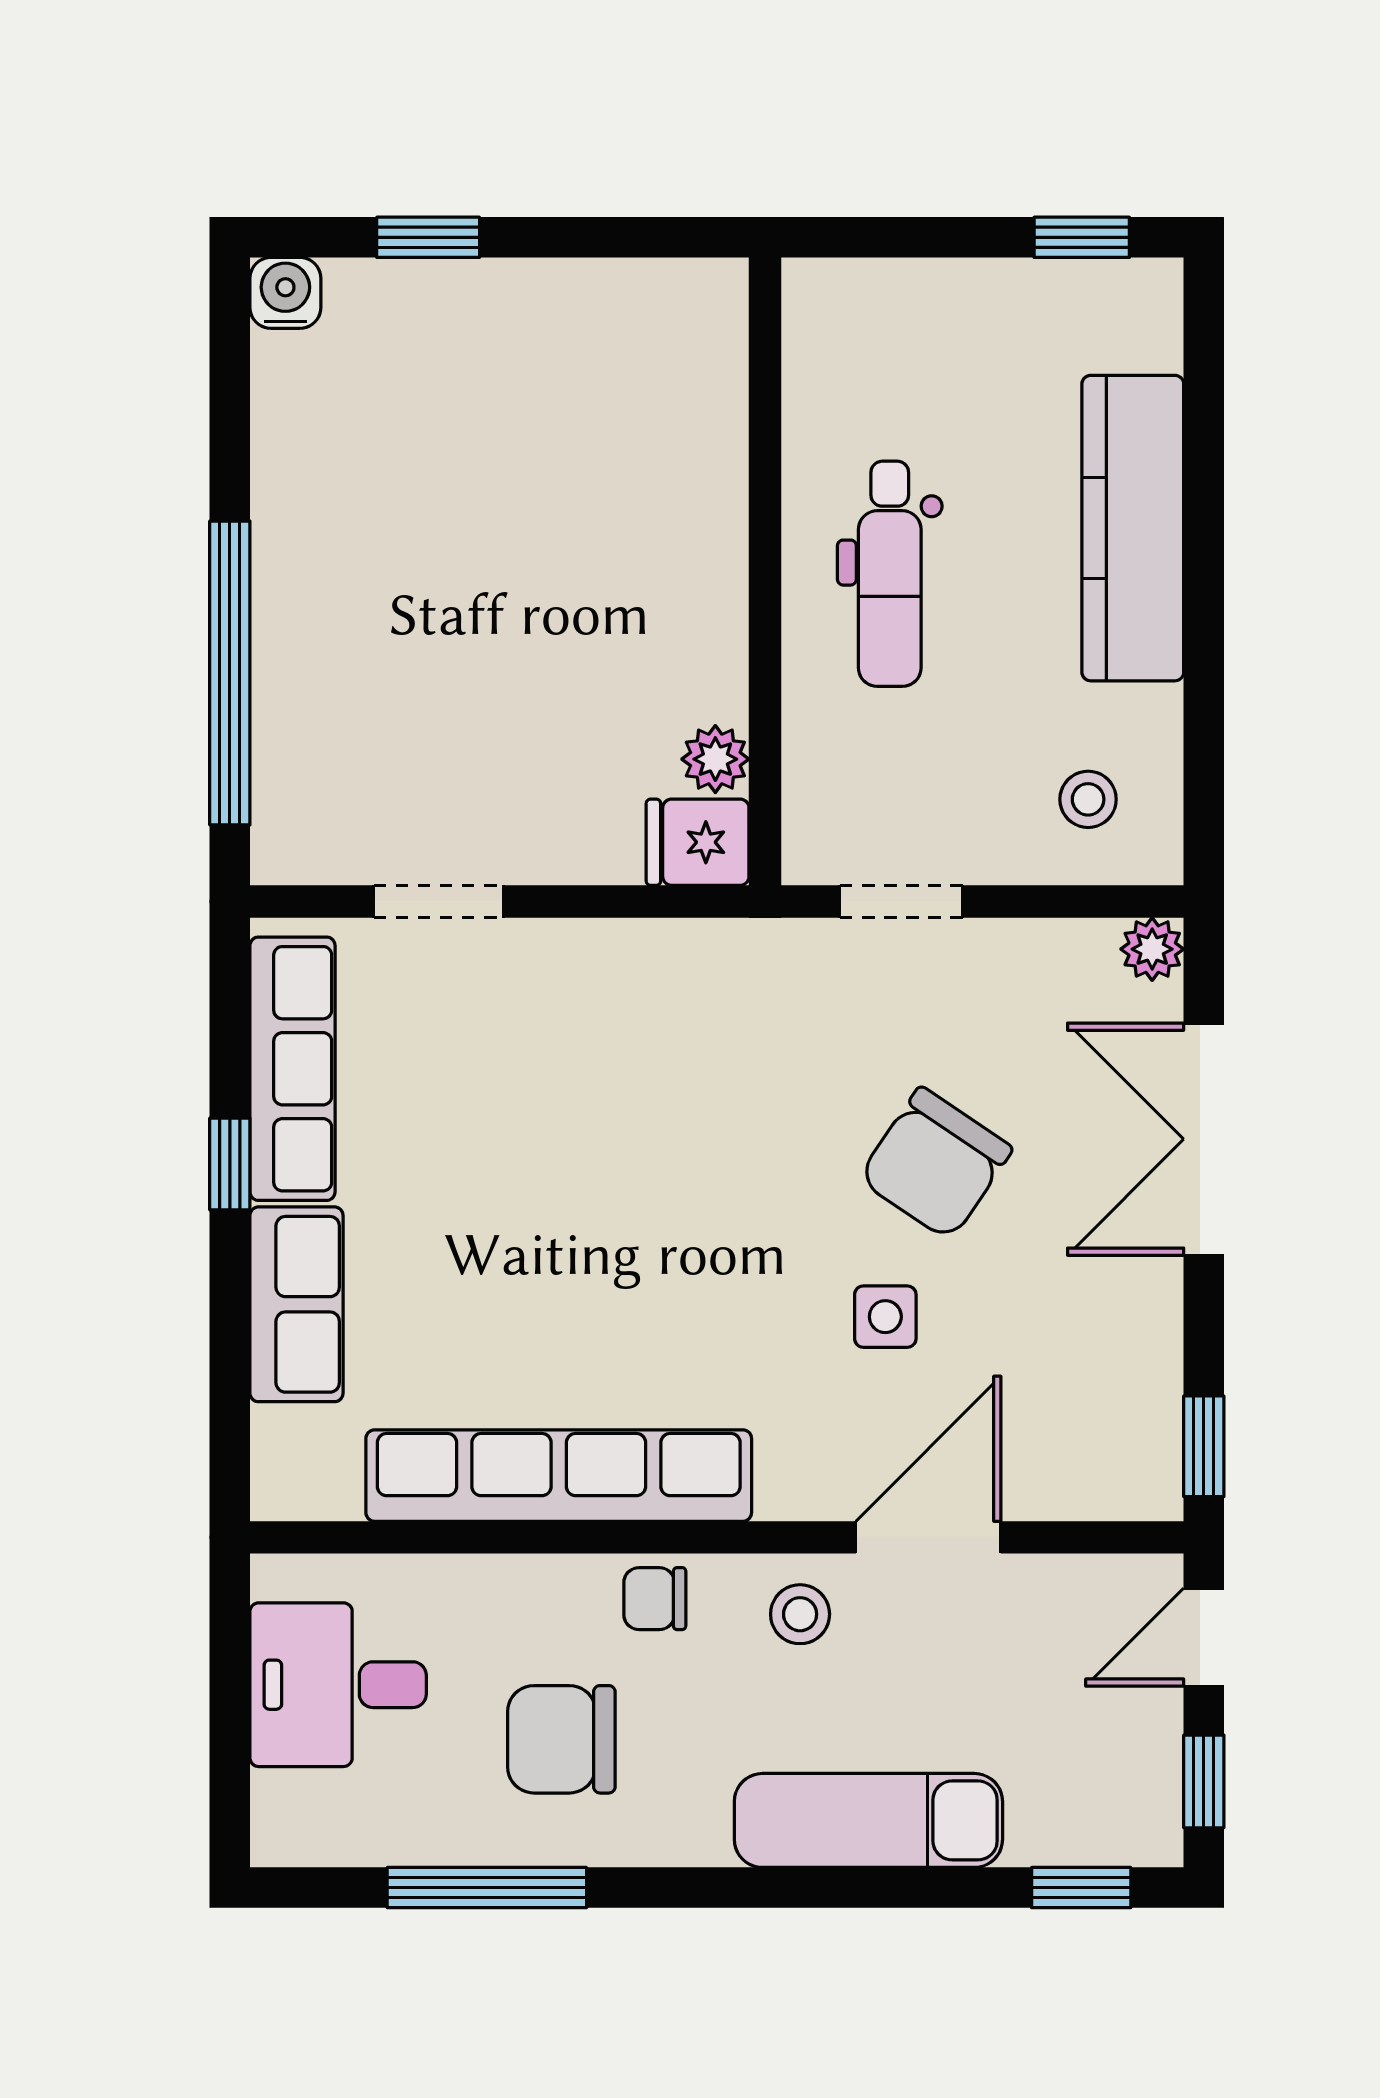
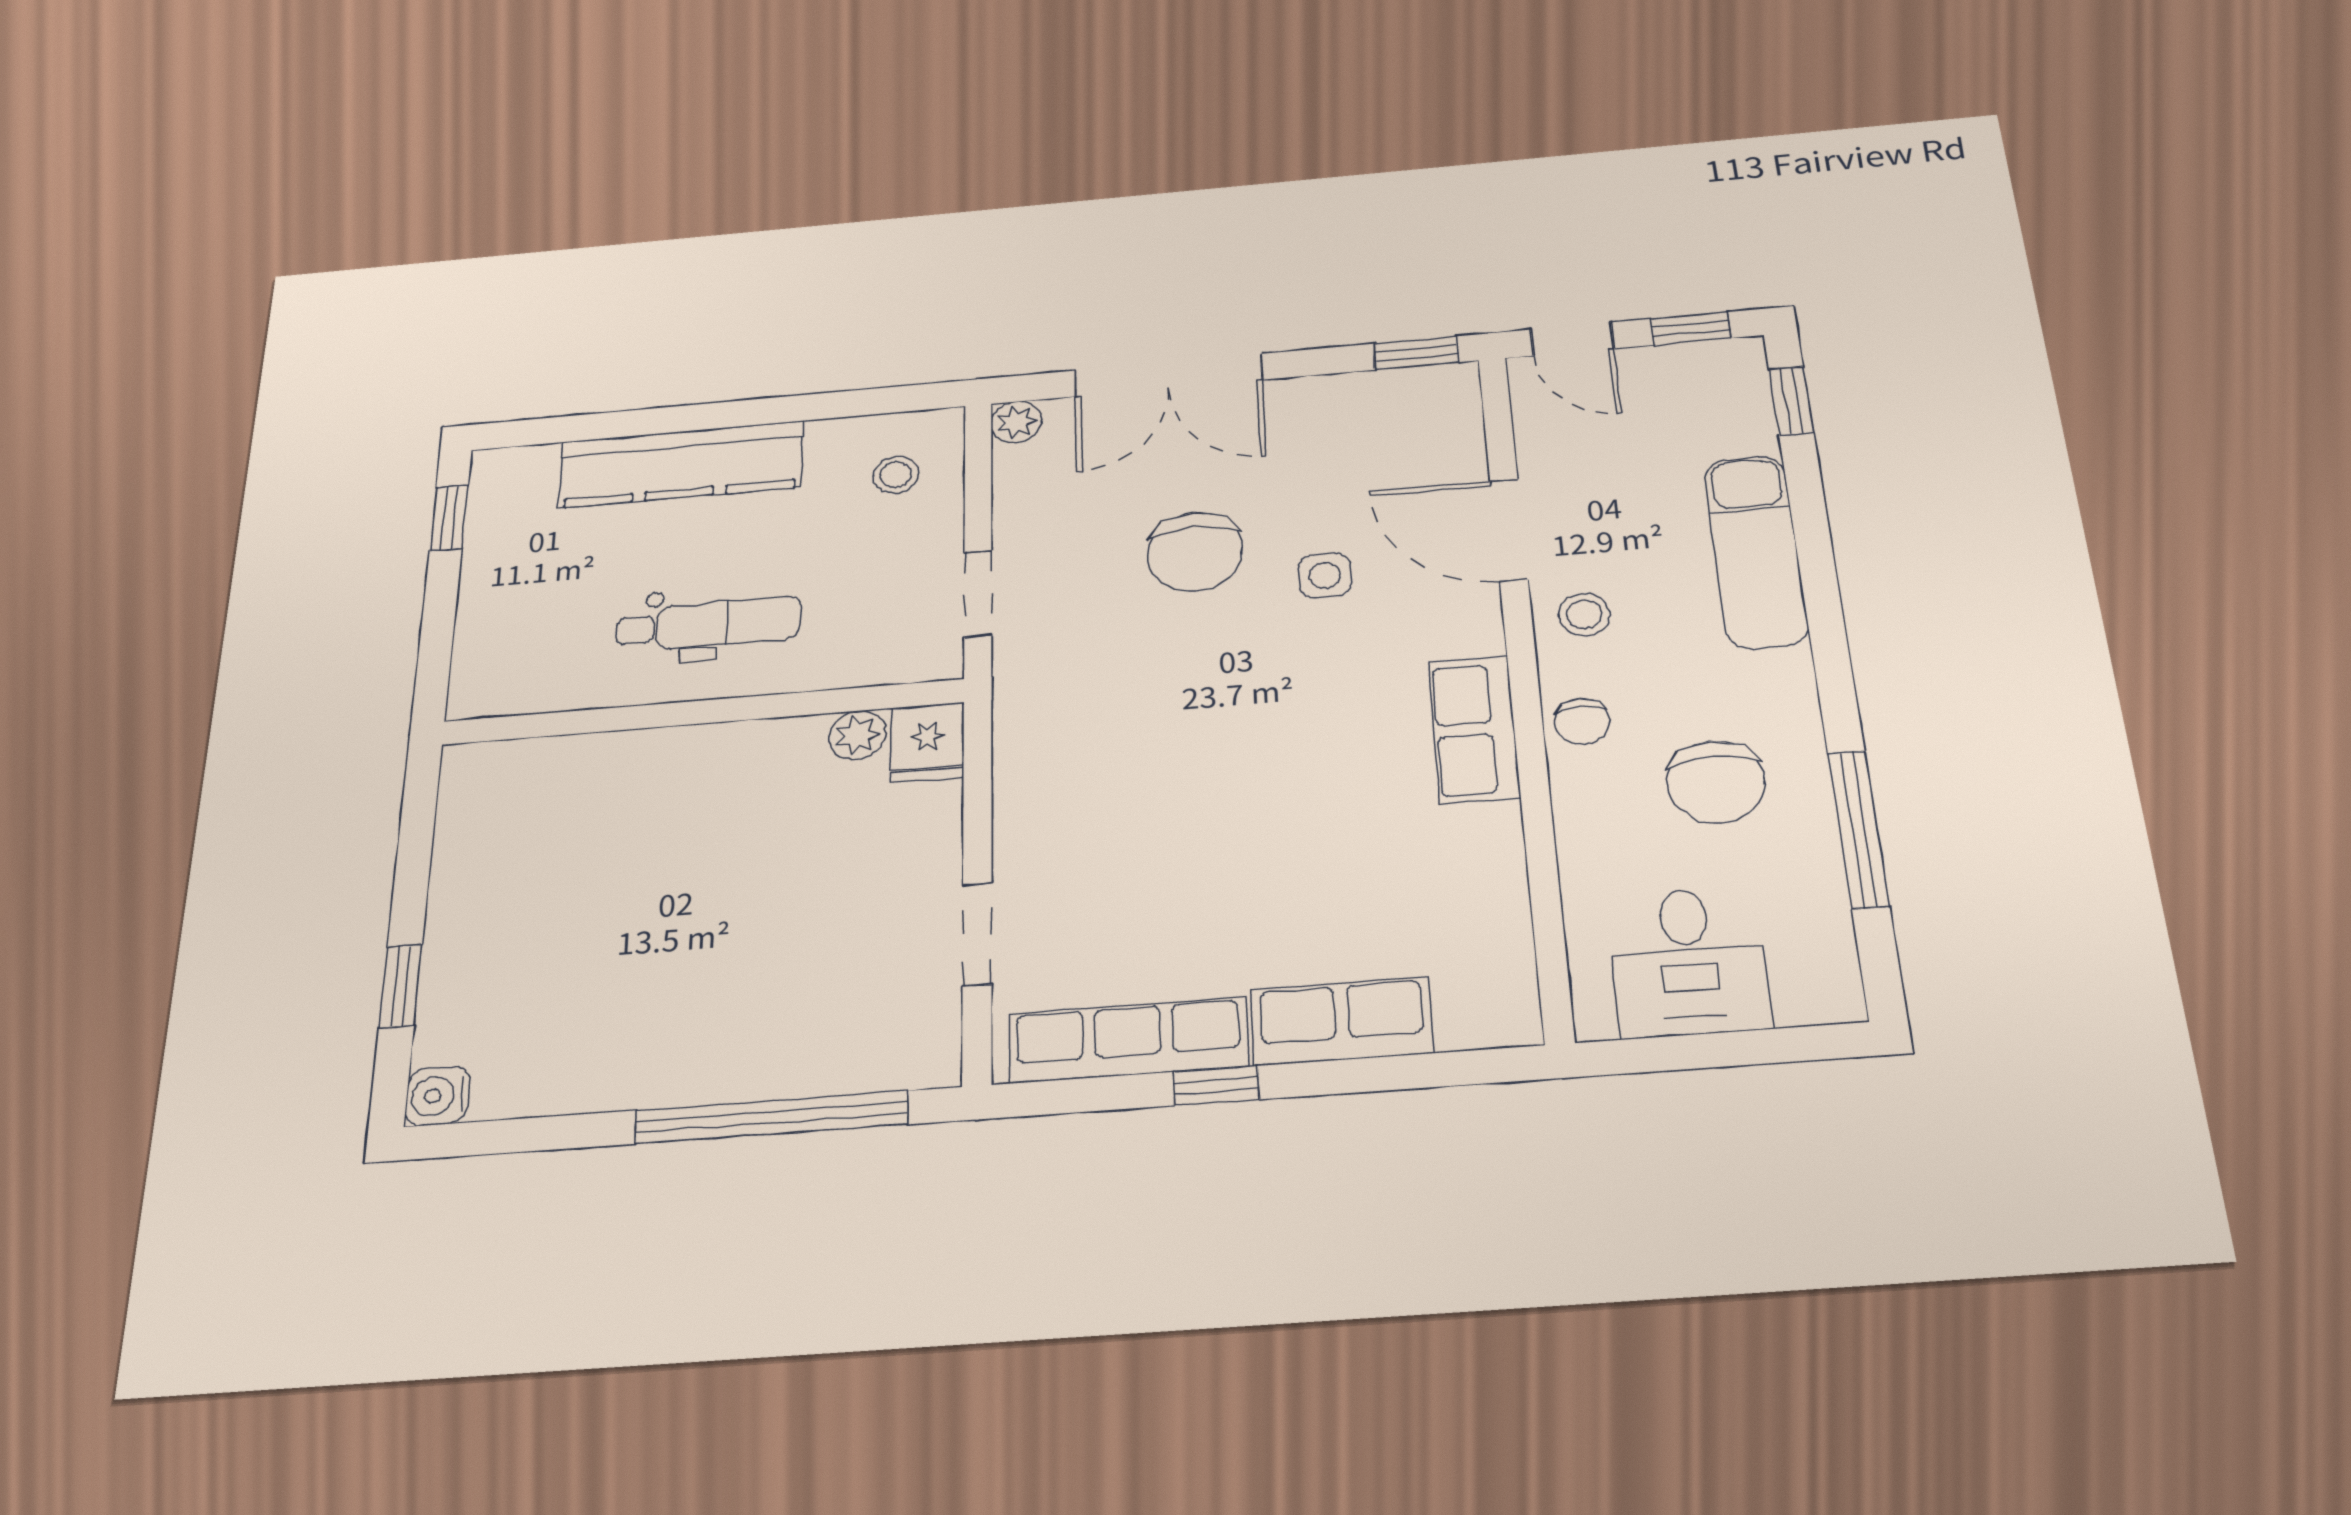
chair: (935, 1164) -> (1195, 552), turned 56
row of seats: (559, 1476) -> (1474, 729), width x0.50

